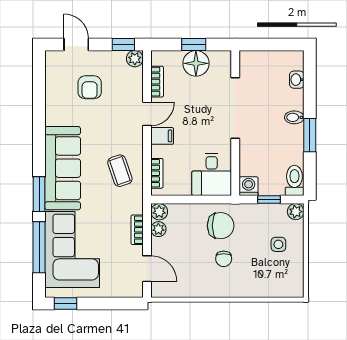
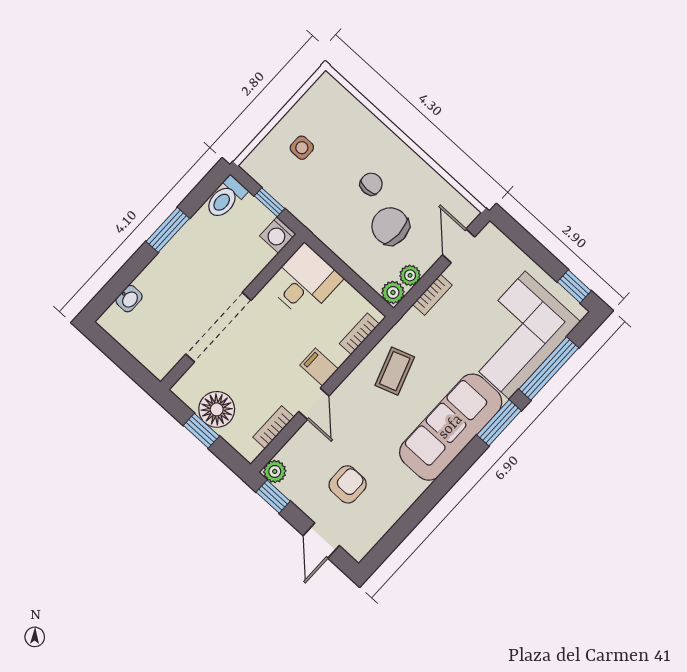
door: (147, 114) -> (314, 404), swing flipped
bidet: (294, 117) -> (167, 262), removed
plant: (296, 212) -> (254, 165), removed
chair: (221, 226) -> (390, 226), moved

